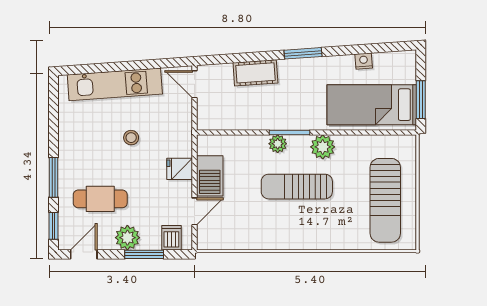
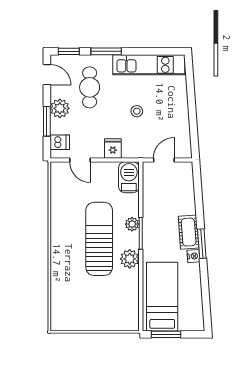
nightstand: (364, 61) -> (193, 256), moved
cot: (255, 73) -> (189, 232), moved
kitchen unit: (115, 84) -> (149, 65), moved, turned -86
door: (194, 84) -> (164, 160), moved
barbecue: (210, 176) -> (129, 177), moved, turned 90
sun lounger: (297, 187) -> (99, 239), width x1.36, depth x1.34
sun lounger: (385, 200) -> (89, 307), removed

